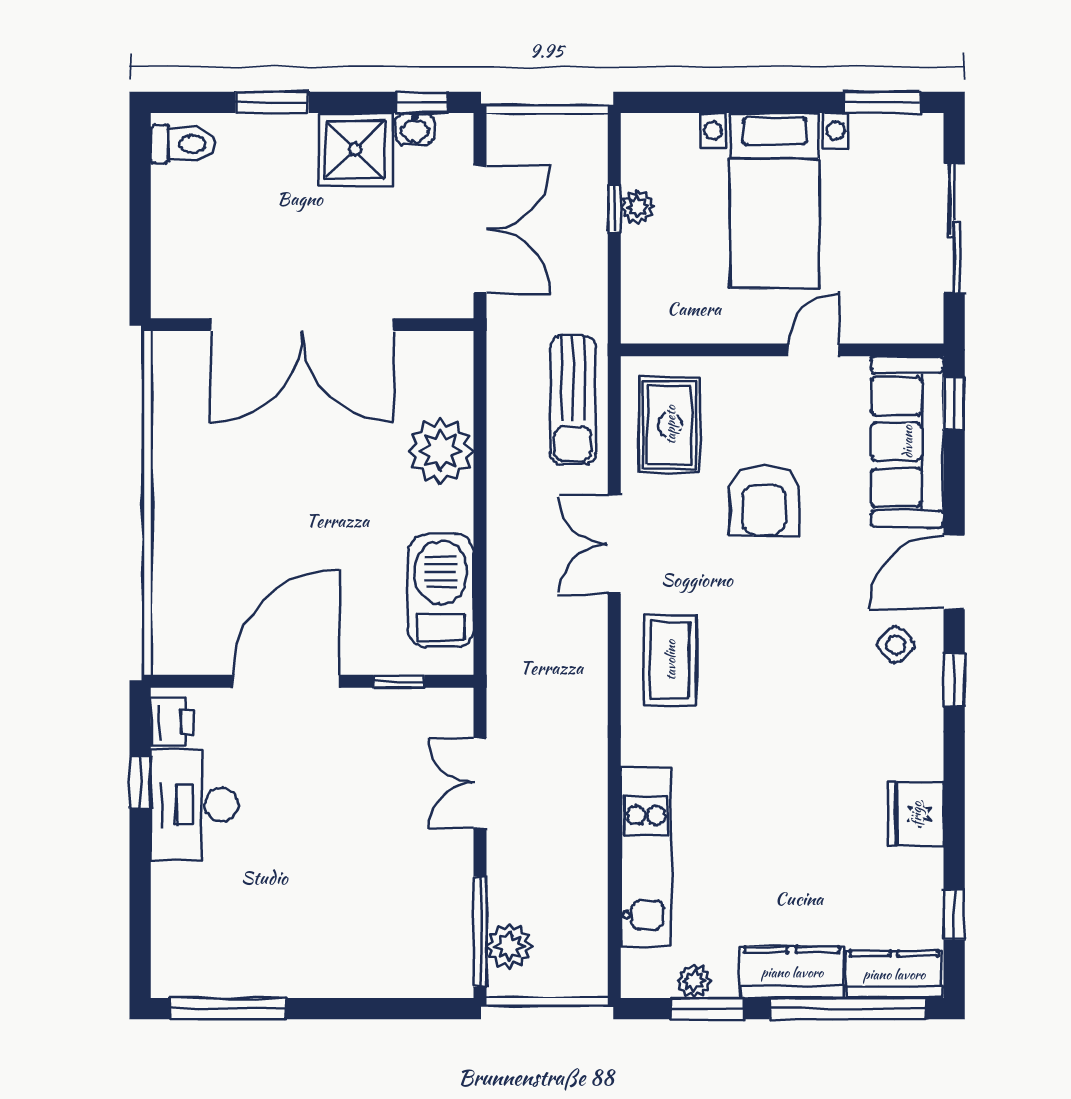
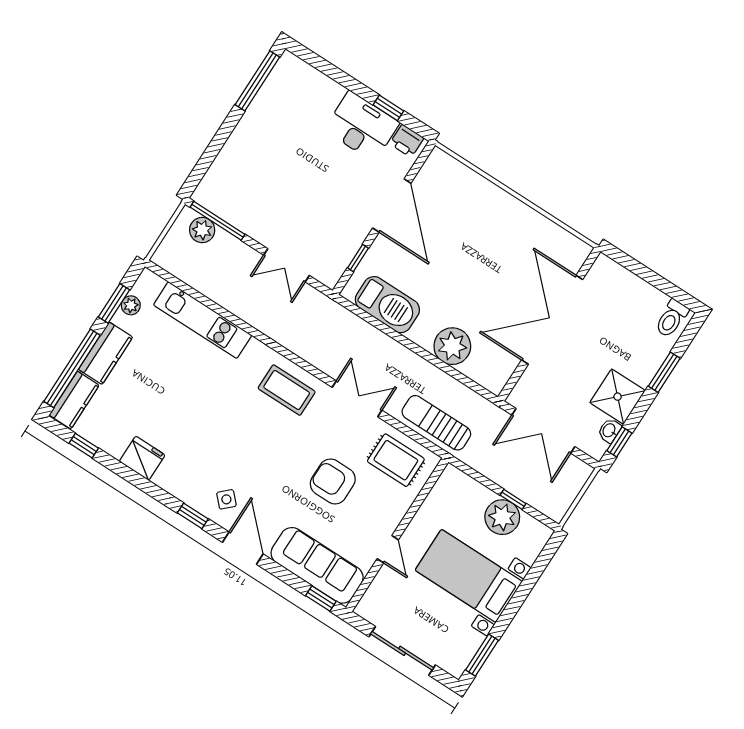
plant: (637, 207) -> (502, 517), width x1.88, depth x1.88
double door: (480, 783) -> (287, 265), swing flipped

